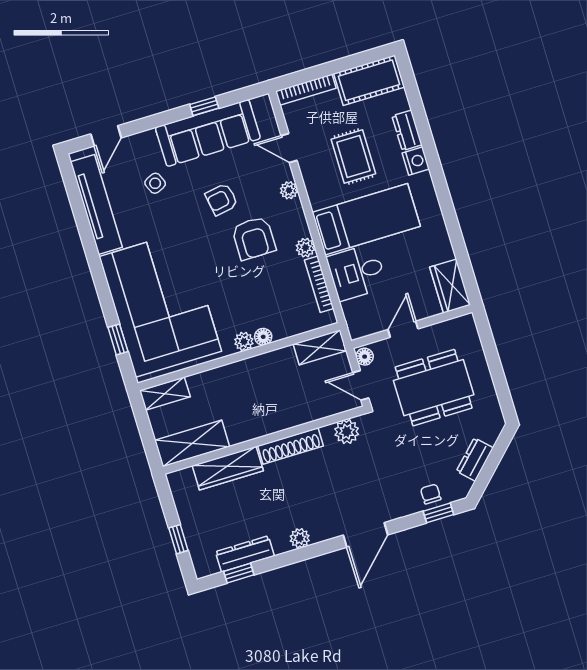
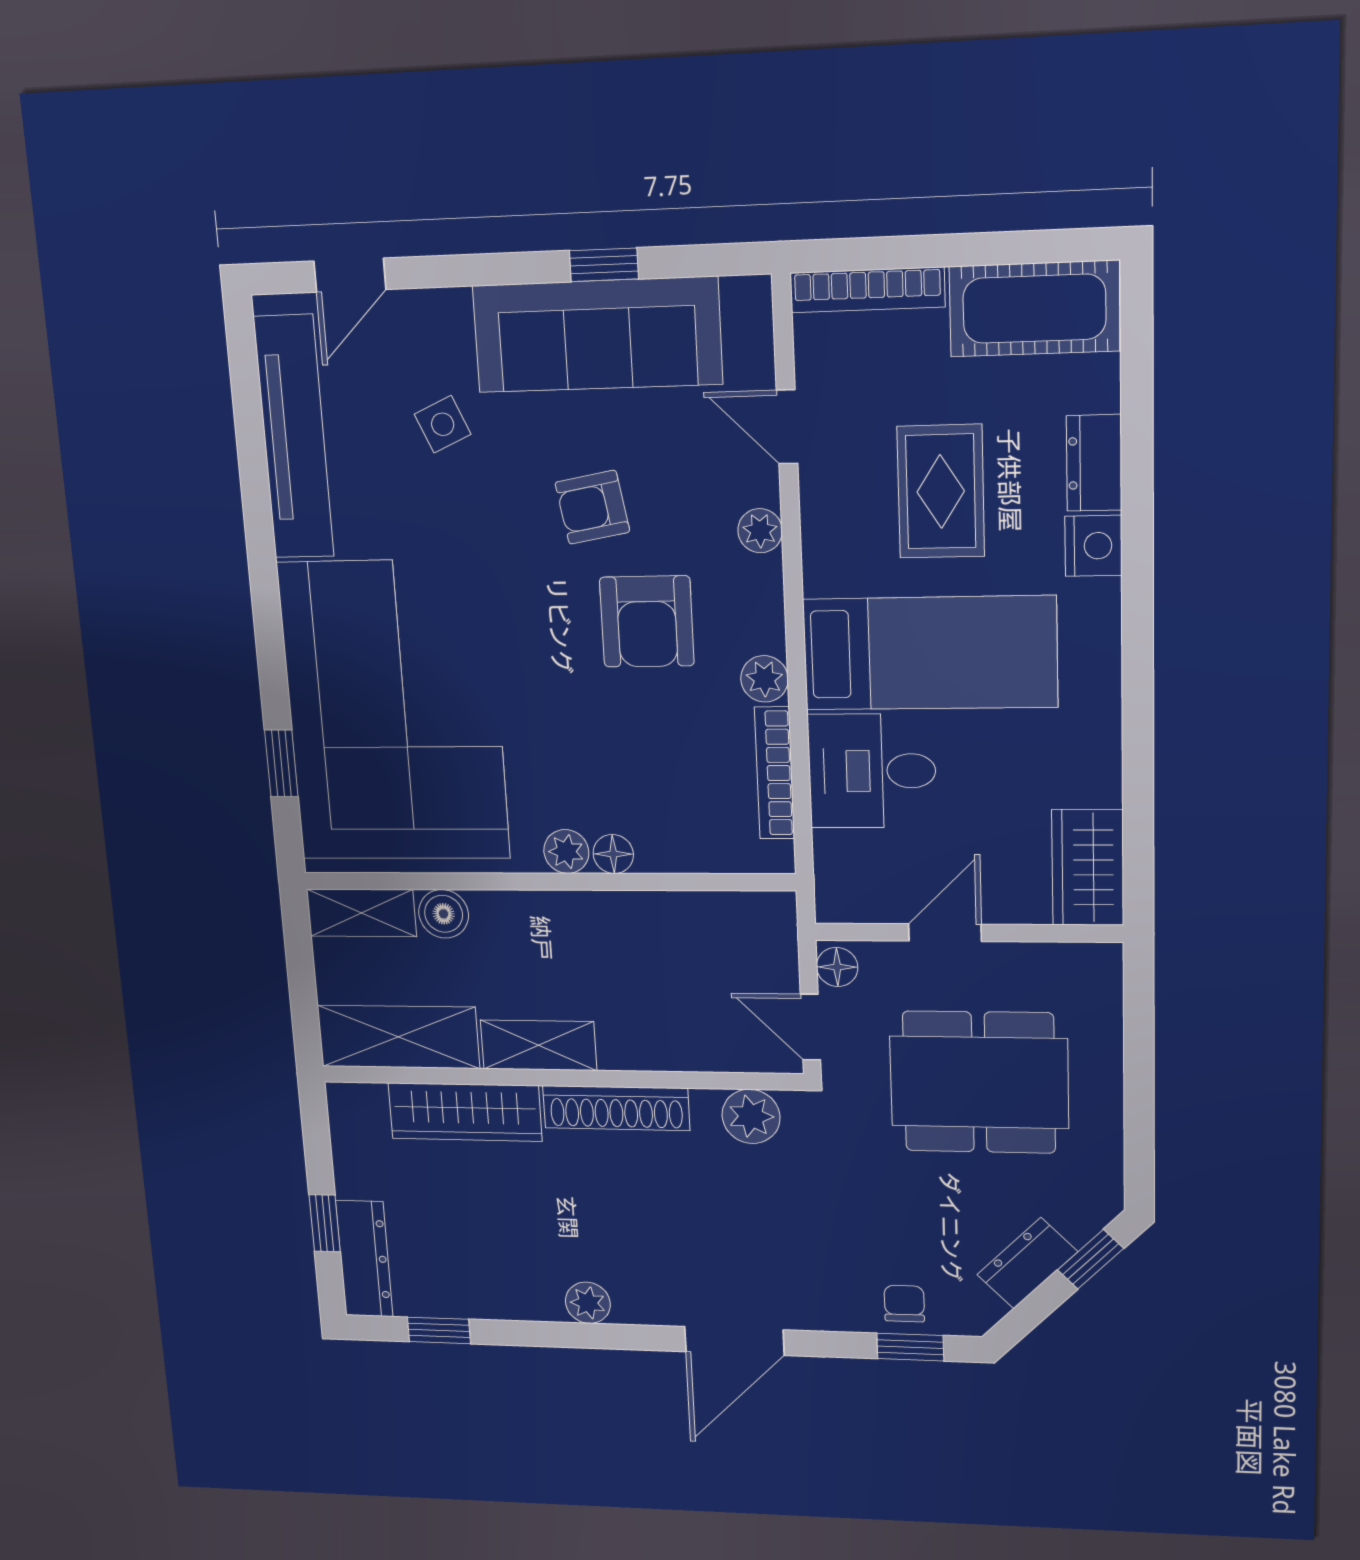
shelving: (320, 347) -> (539, 1045), moved
boiler: (199, 383) -> (444, 914), added
window: (499, 449) -> (1091, 1259), added
dresser: (245, 554) -> (364, 1259), moved, turned 90

